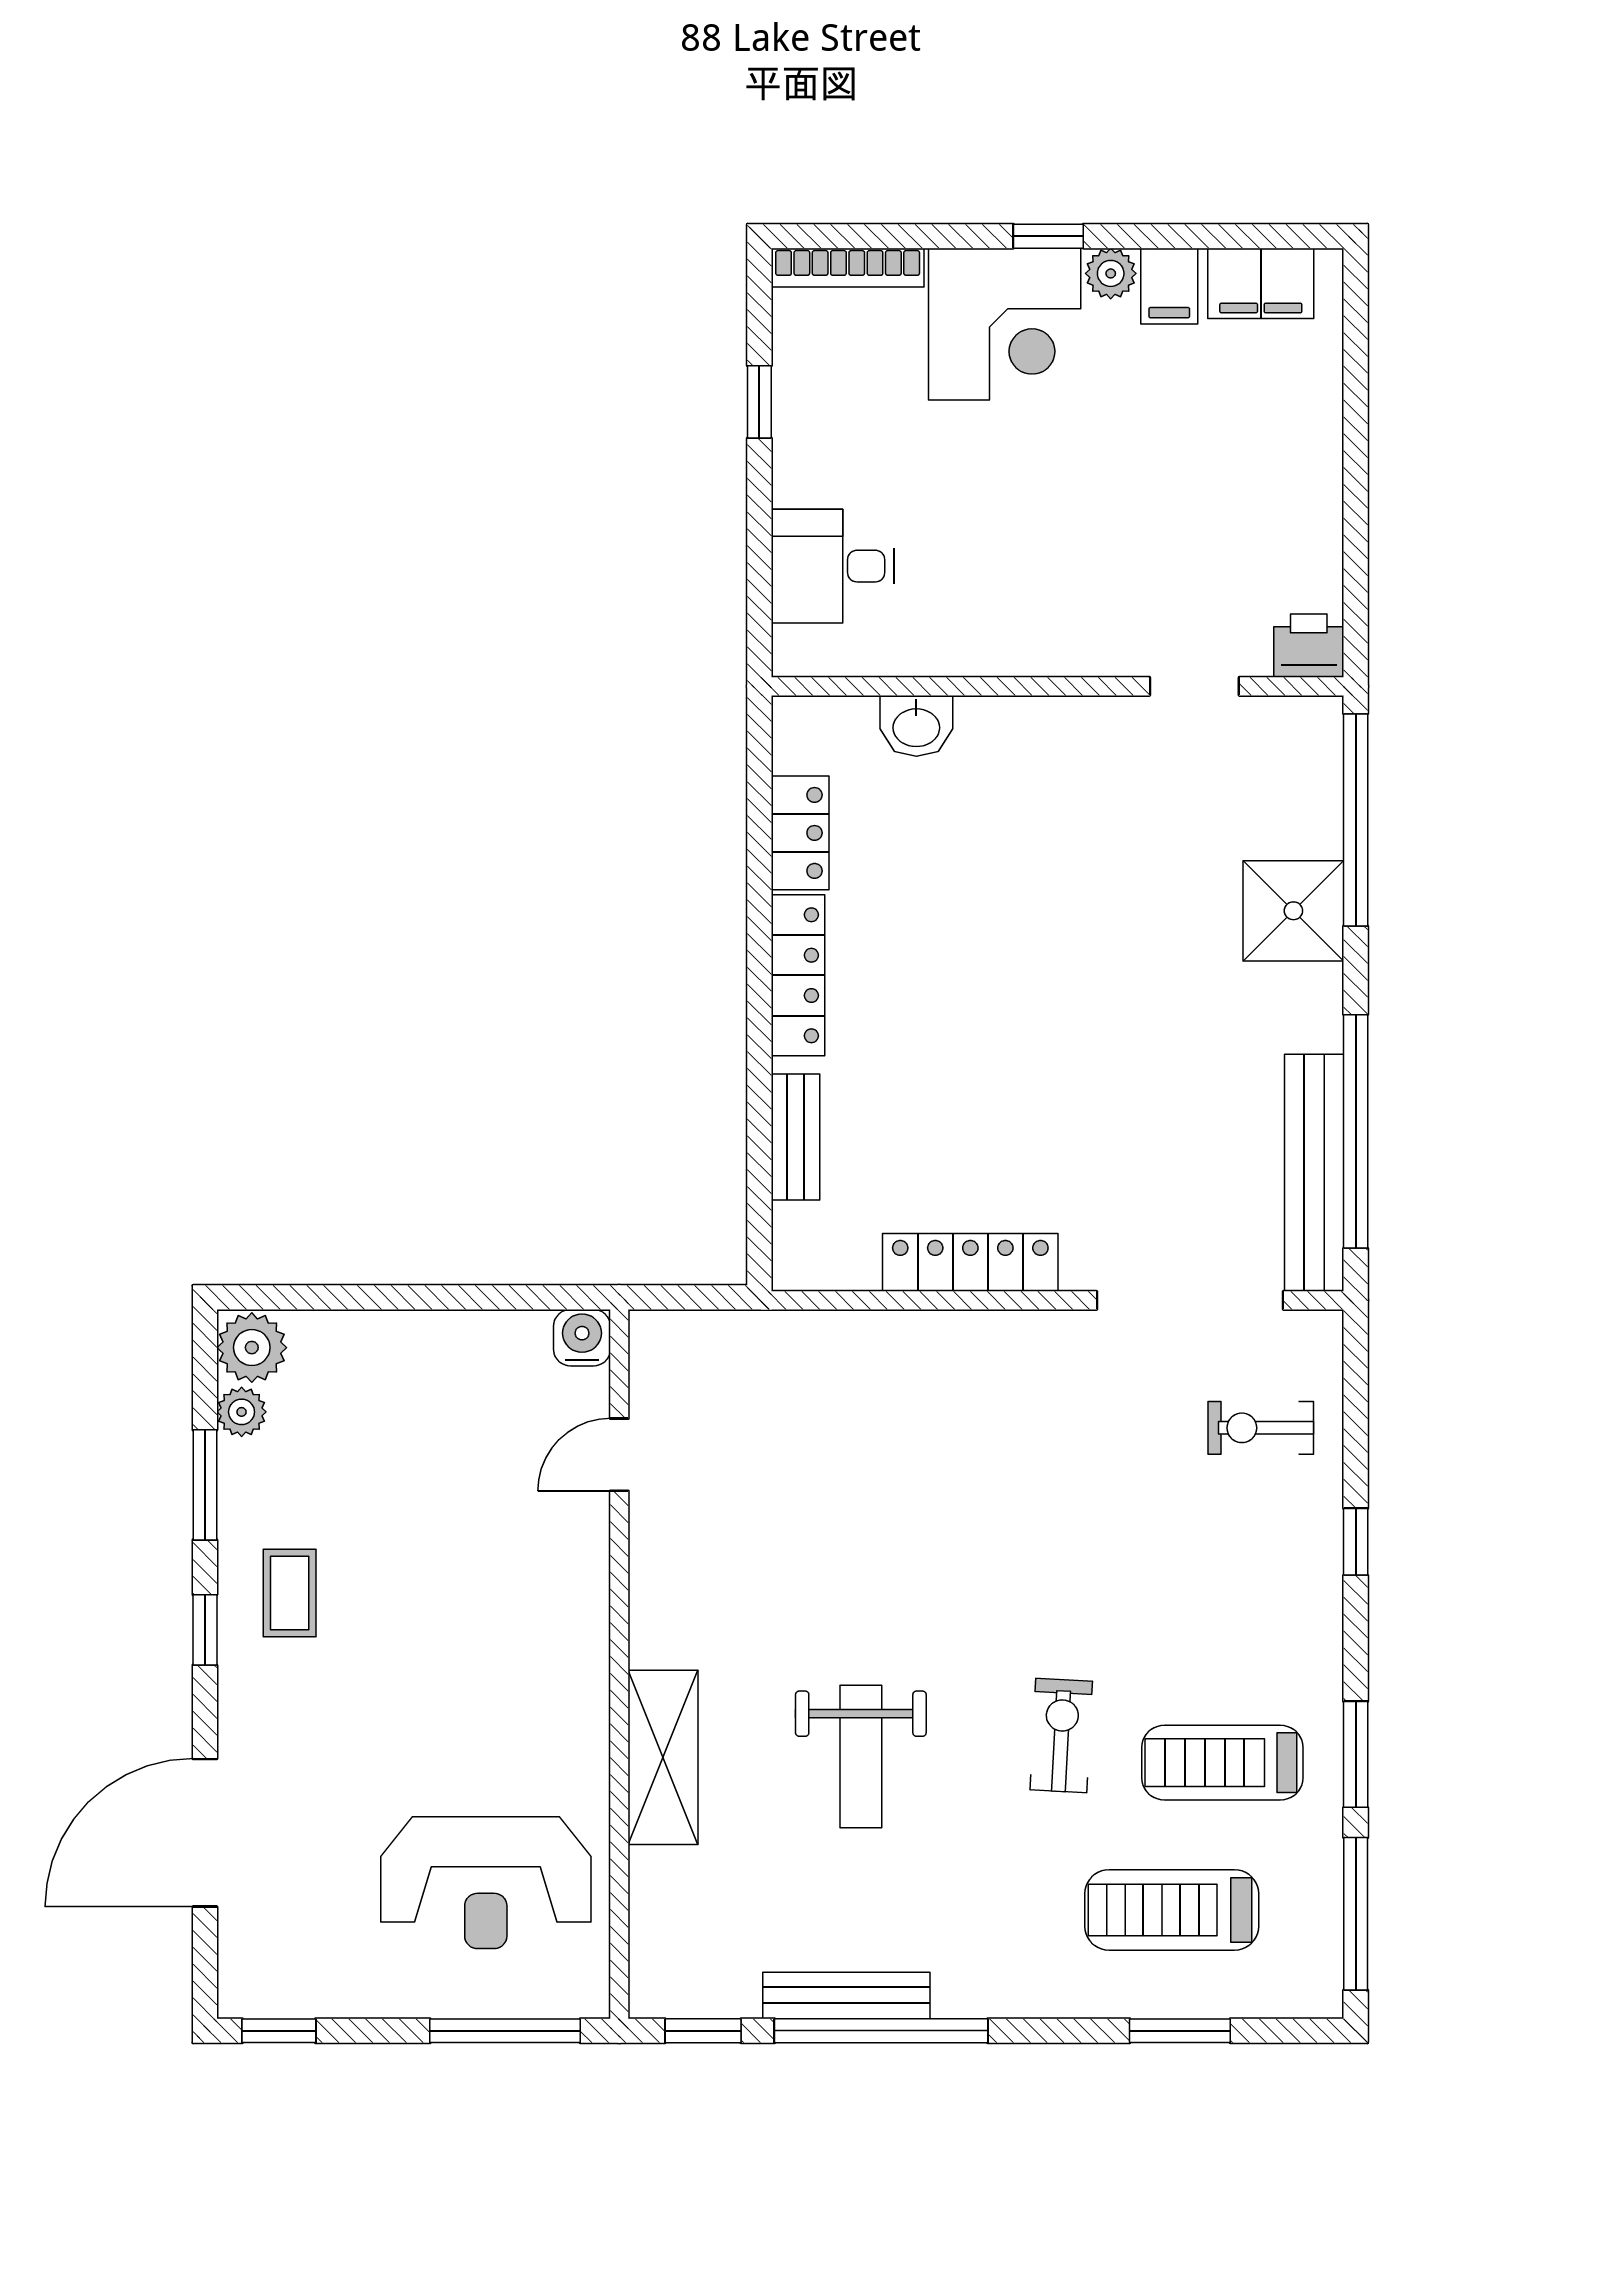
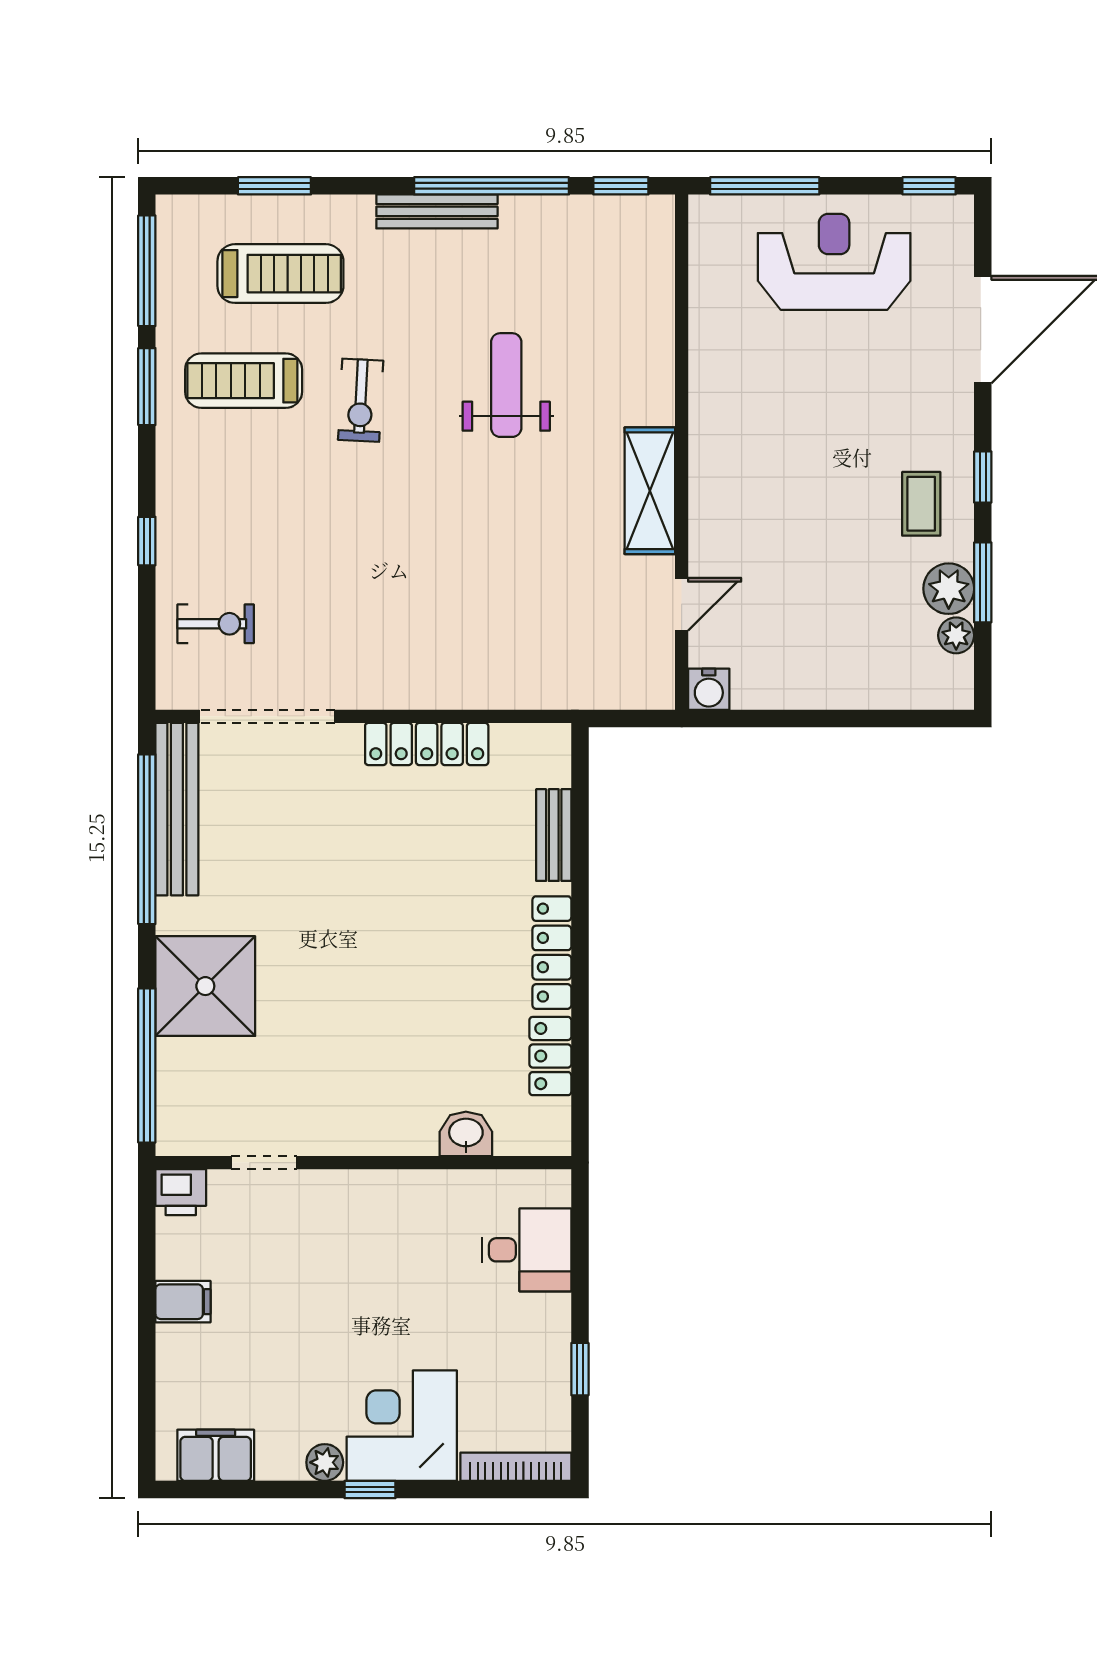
filing cabinet: (1169, 286) -> (183, 1302), moved, turned 90
shower: (1293, 911) -> (205, 986), width x1.37, depth x1.37
plant: (252, 1348) -> (949, 589), moved
shelving: (663, 1757) -> (650, 491), moved
treadmill: (1222, 1763) -> (244, 381), turned 180
reception desk: (486, 1883) -> (834, 262), moved
bench: (846, 1995) -> (437, 211), moved

